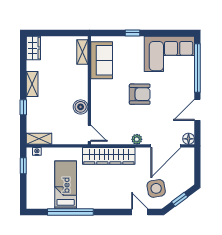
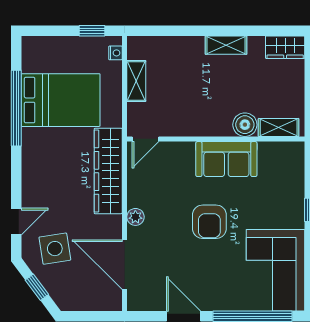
sofa: (102, 60) -> (226, 159), moved
window: (23, 107) -> (188, 31), removed
boiler: (81, 107) -> (245, 125), moved
shelving: (39, 139) -> (136, 81), moved
floor lamp: (189, 139) -> (136, 302), removed
bed: (66, 185) -> (61, 100), width x1.50

